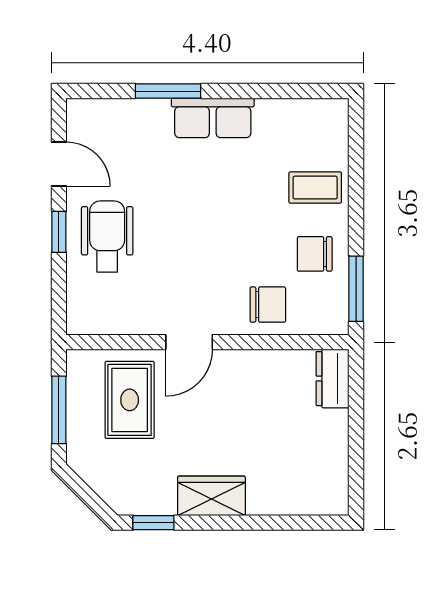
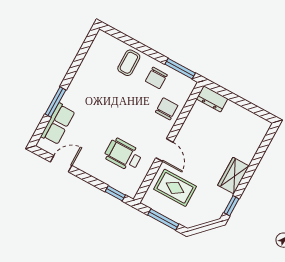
row of seats: (213, 118) -> (58, 124), moved
window: (59, 232) -> (115, 193), moved
wheelchair: (107, 236) -> (123, 155), moved

